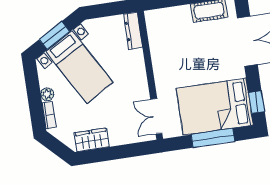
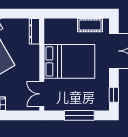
bed: (215, 107) -> (69, 61), moved, turned 180

